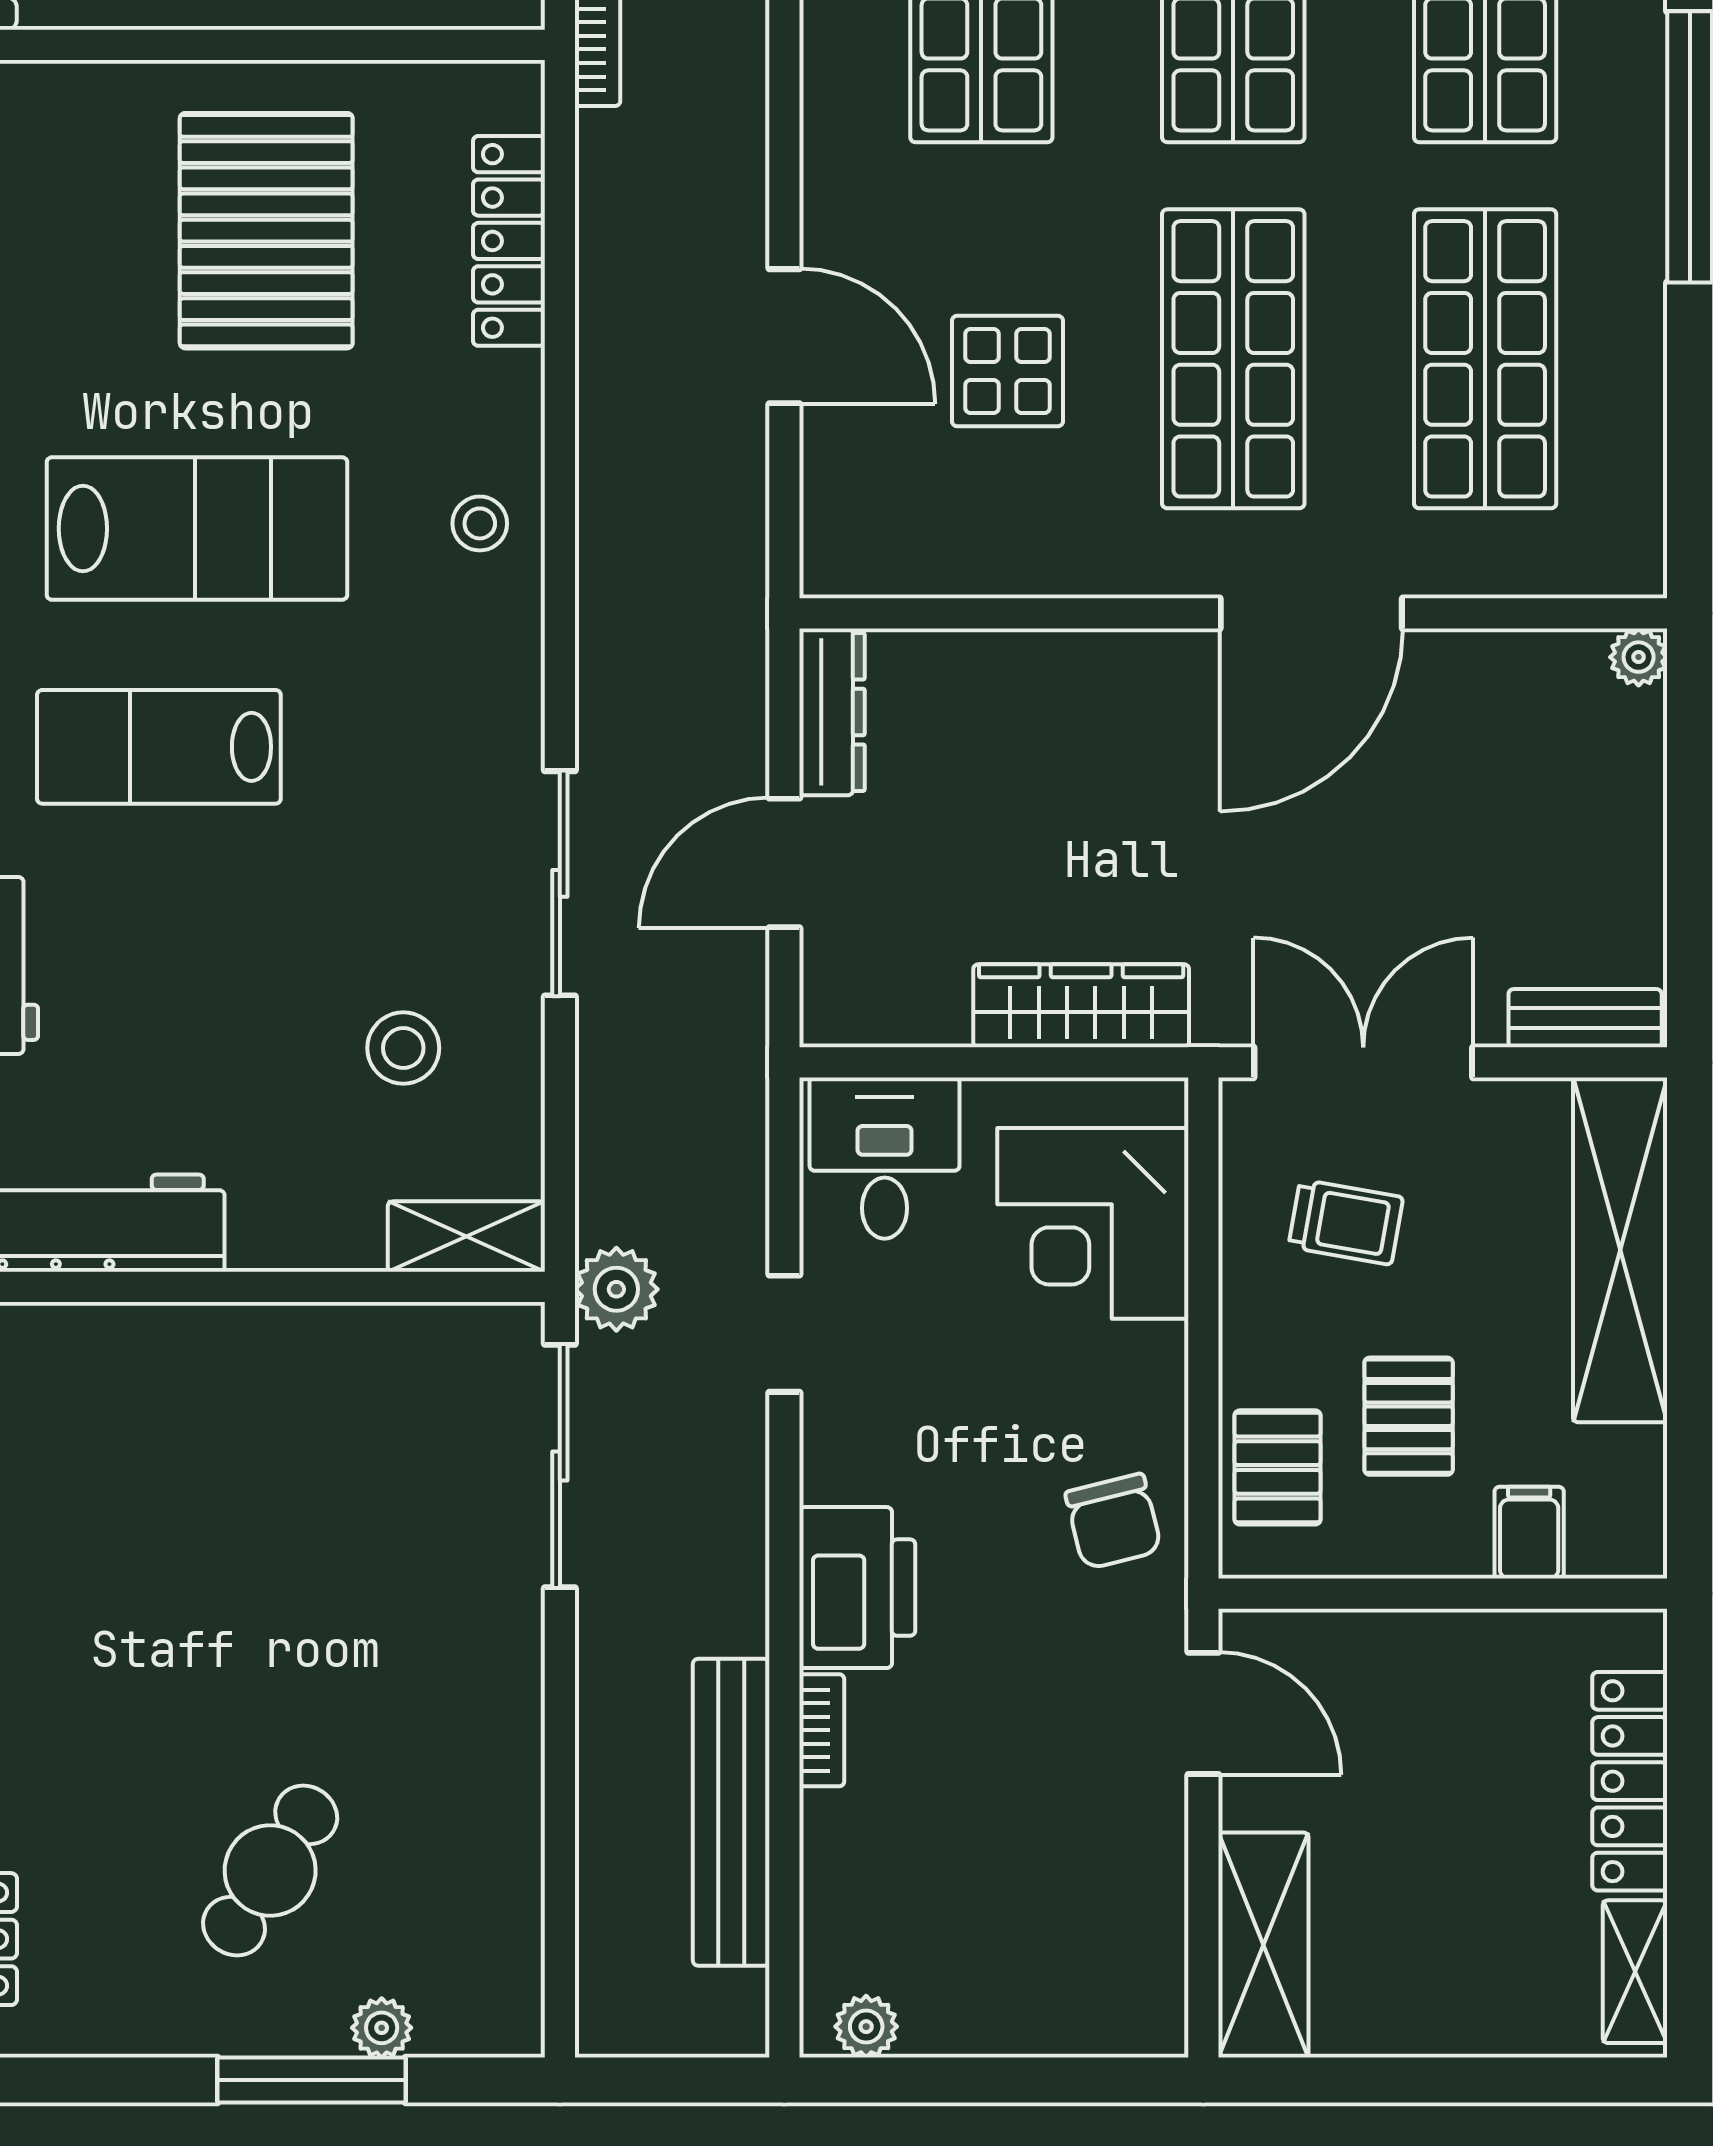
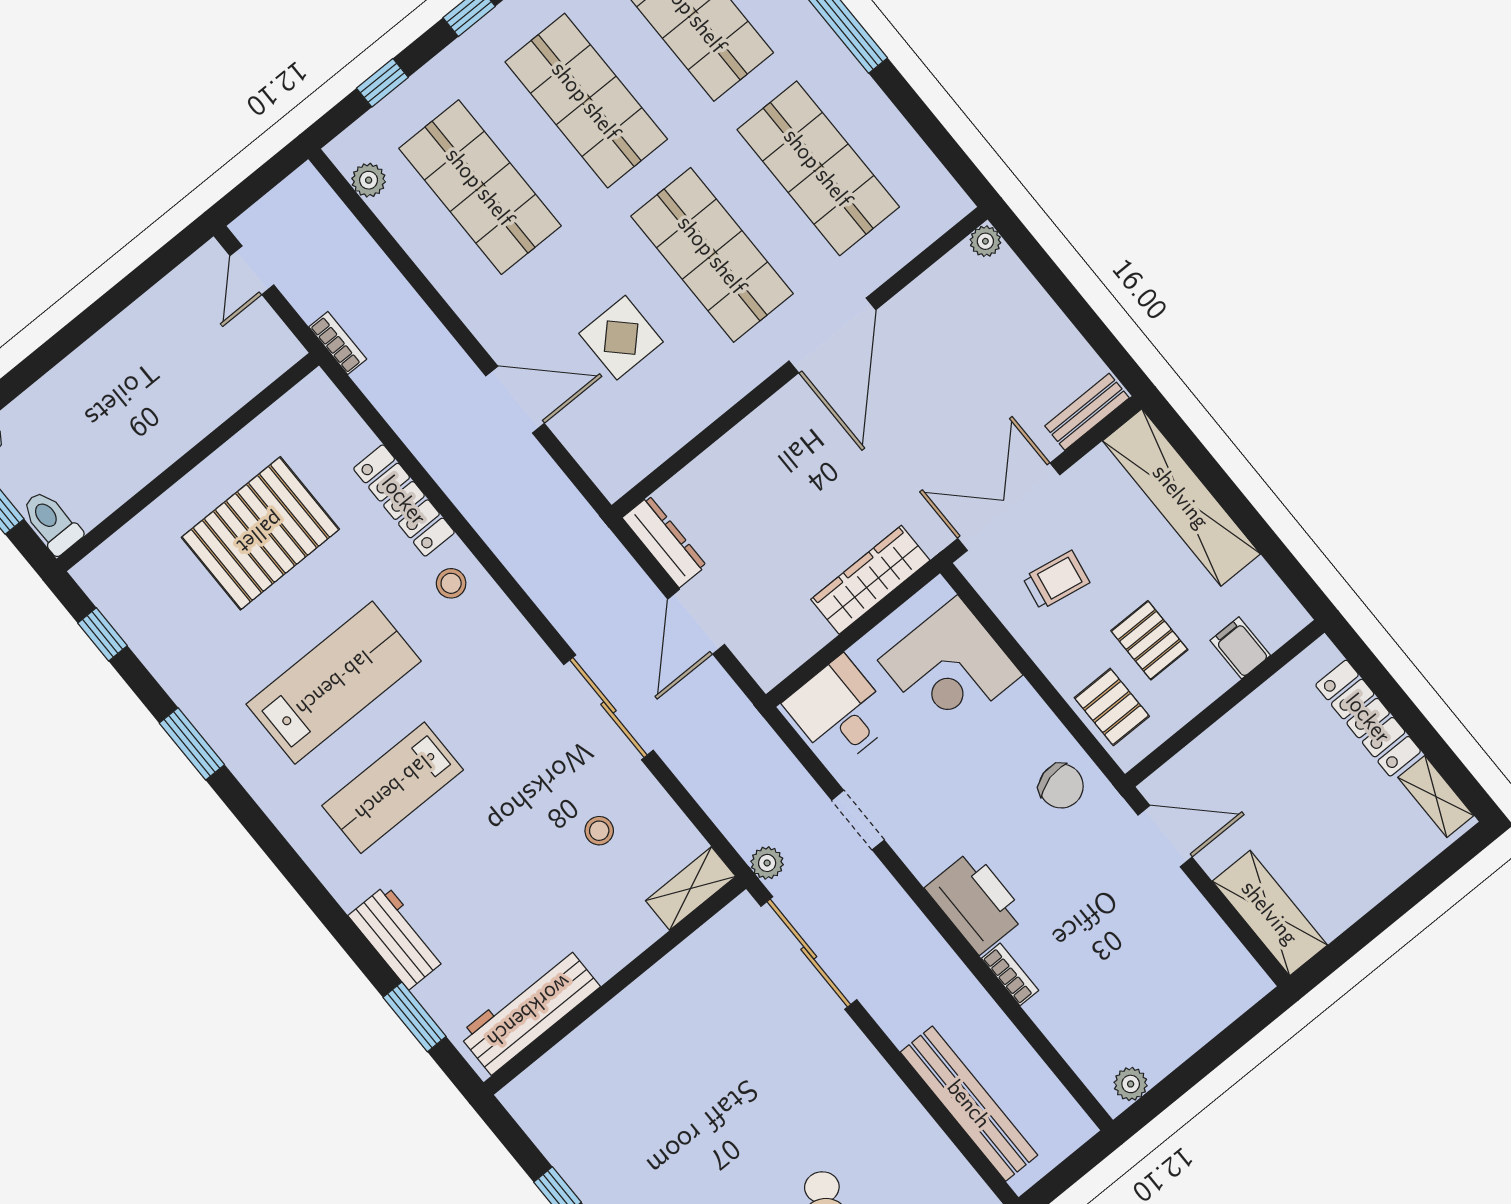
pallet: (266, 231) -> (260, 533), turned 90
locker: (509, 241) -> (404, 500), moved
stool: (403, 1048) -> (599, 831), width x0.73, depth x0.73
plant: (616, 1289) -> (767, 863), width x0.73, depth x0.73
bench: (731, 1812) -> (969, 1104), moved

